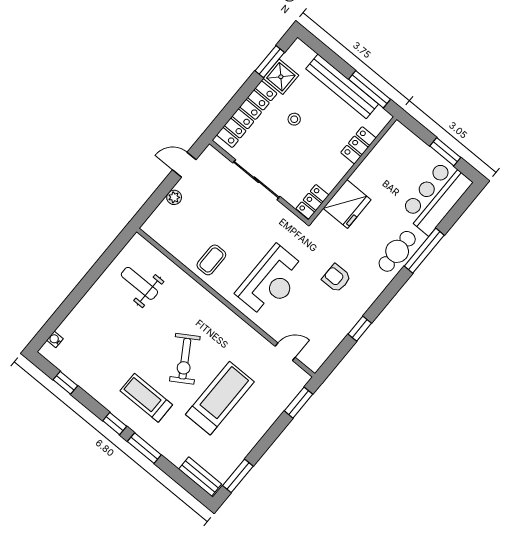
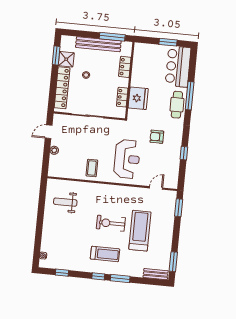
locker: (312, 202) -> (122, 97), moved
exercise bike: (185, 359) -> (111, 223), turned 122
treadmill: (146, 398) -> (105, 254), turned 180

